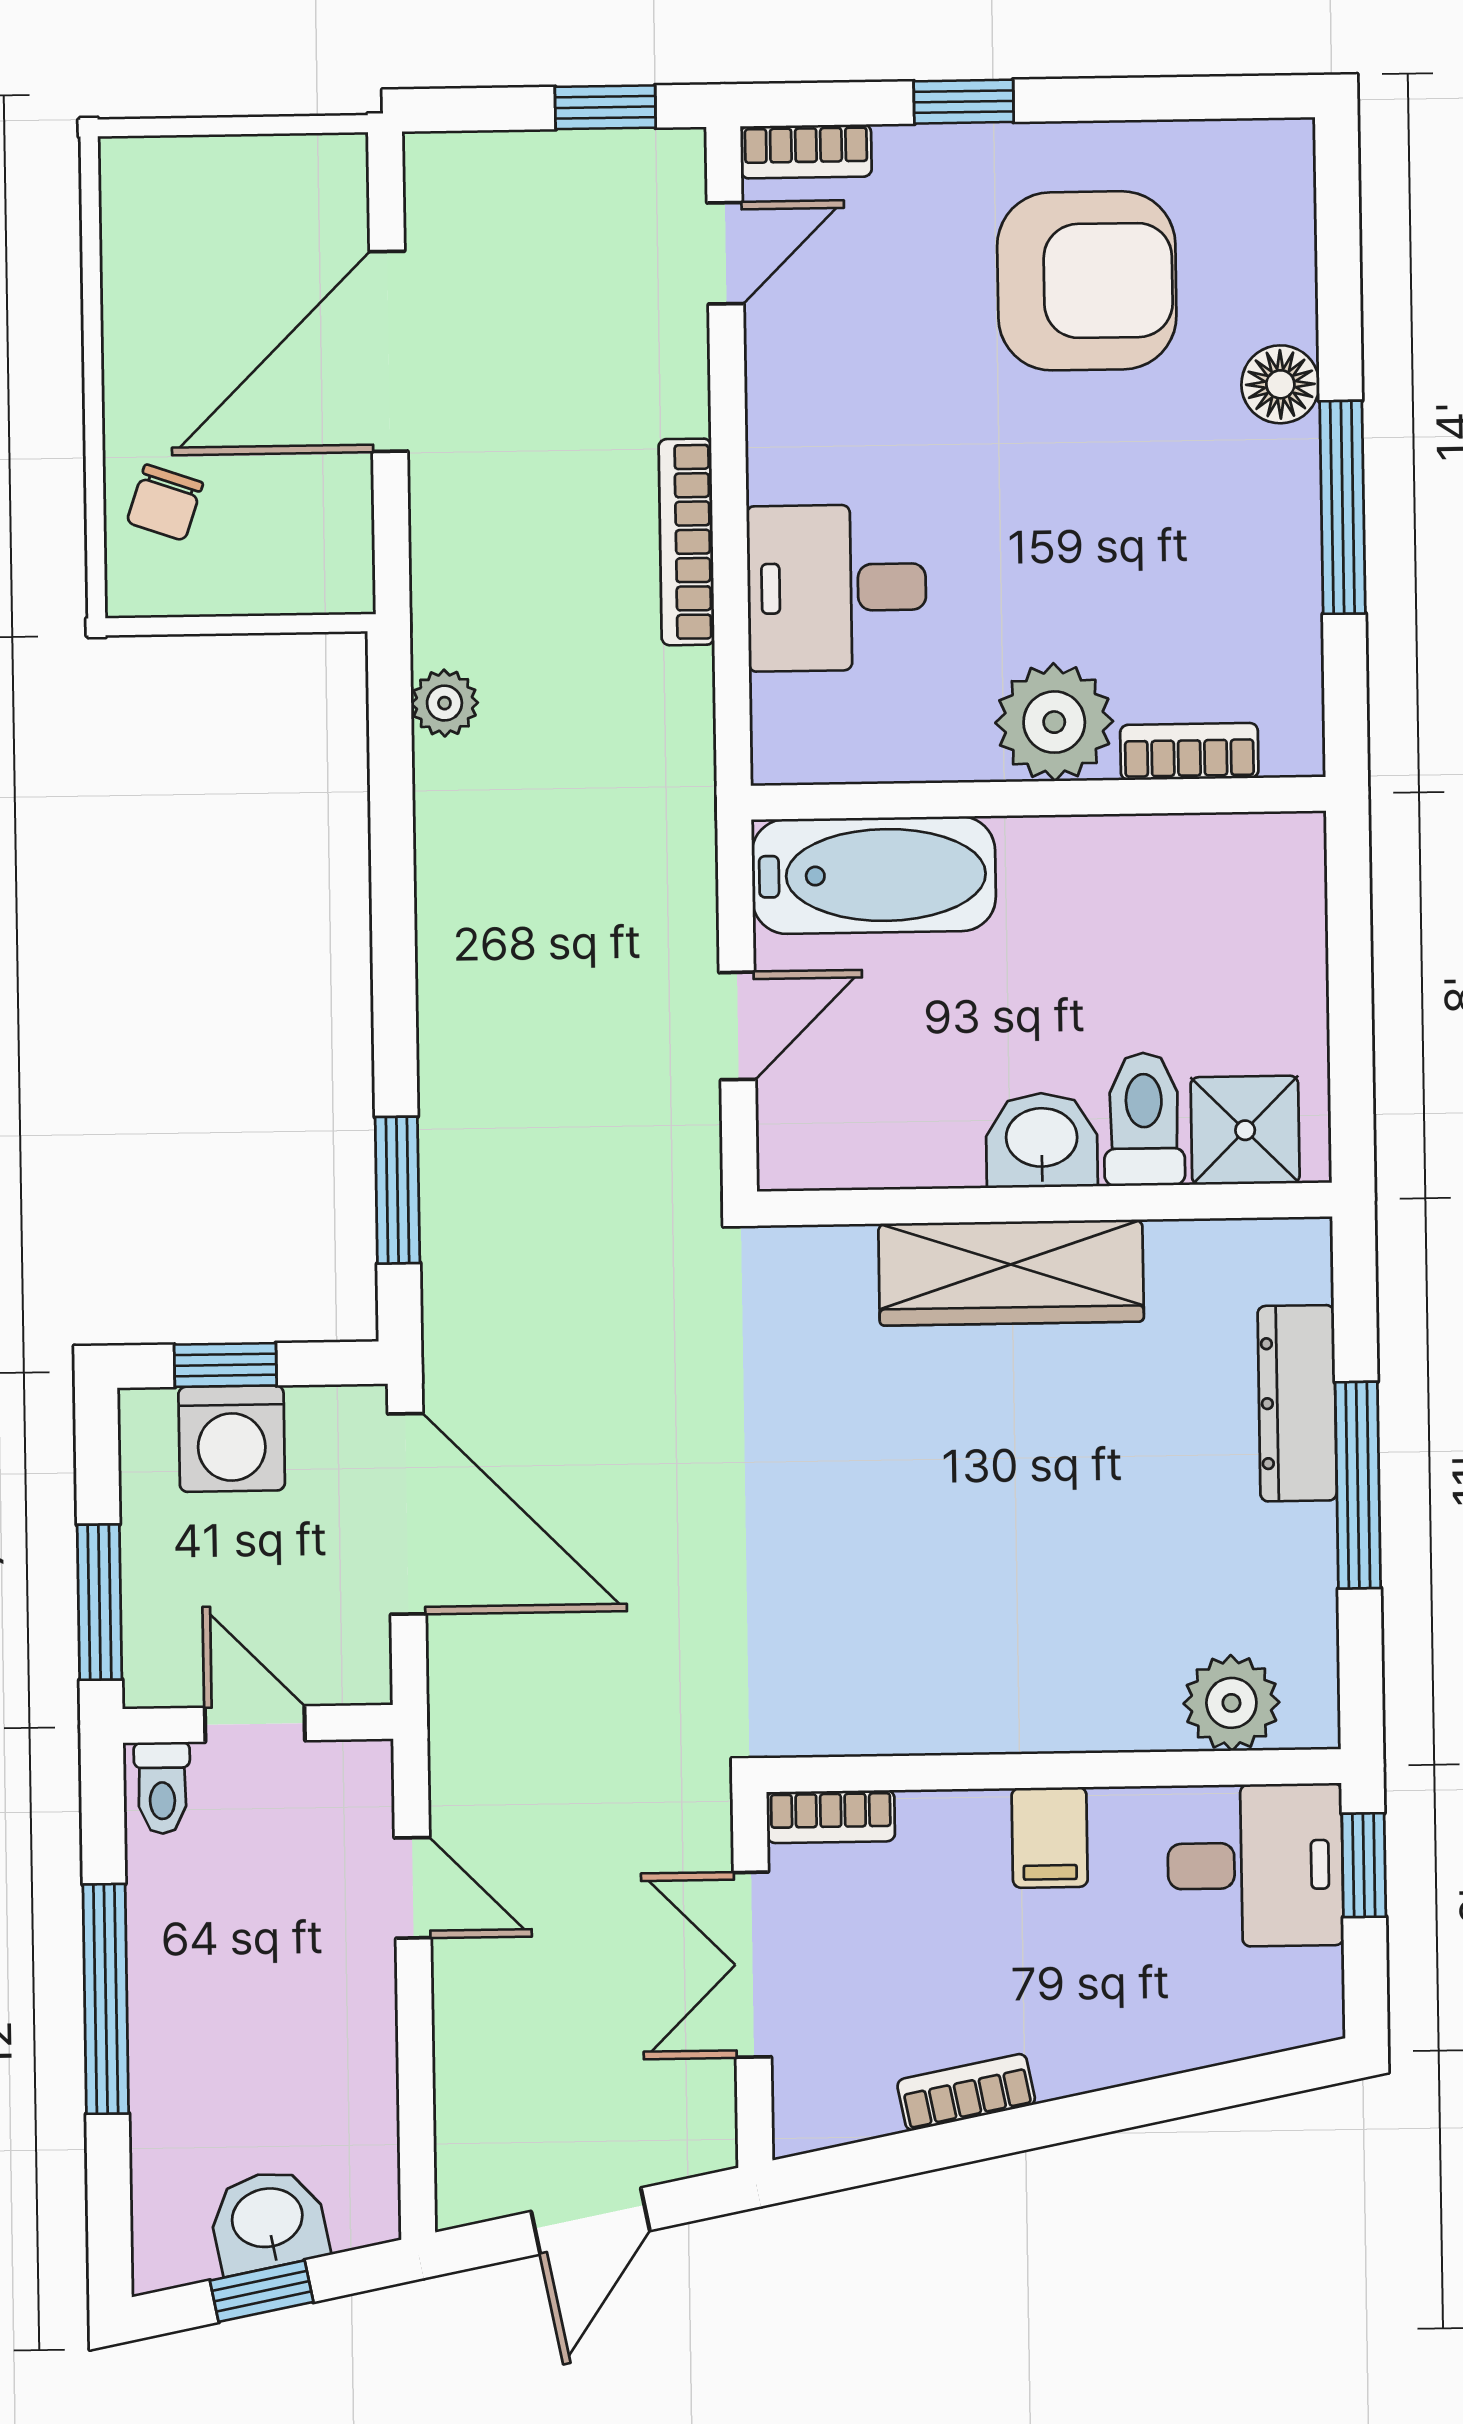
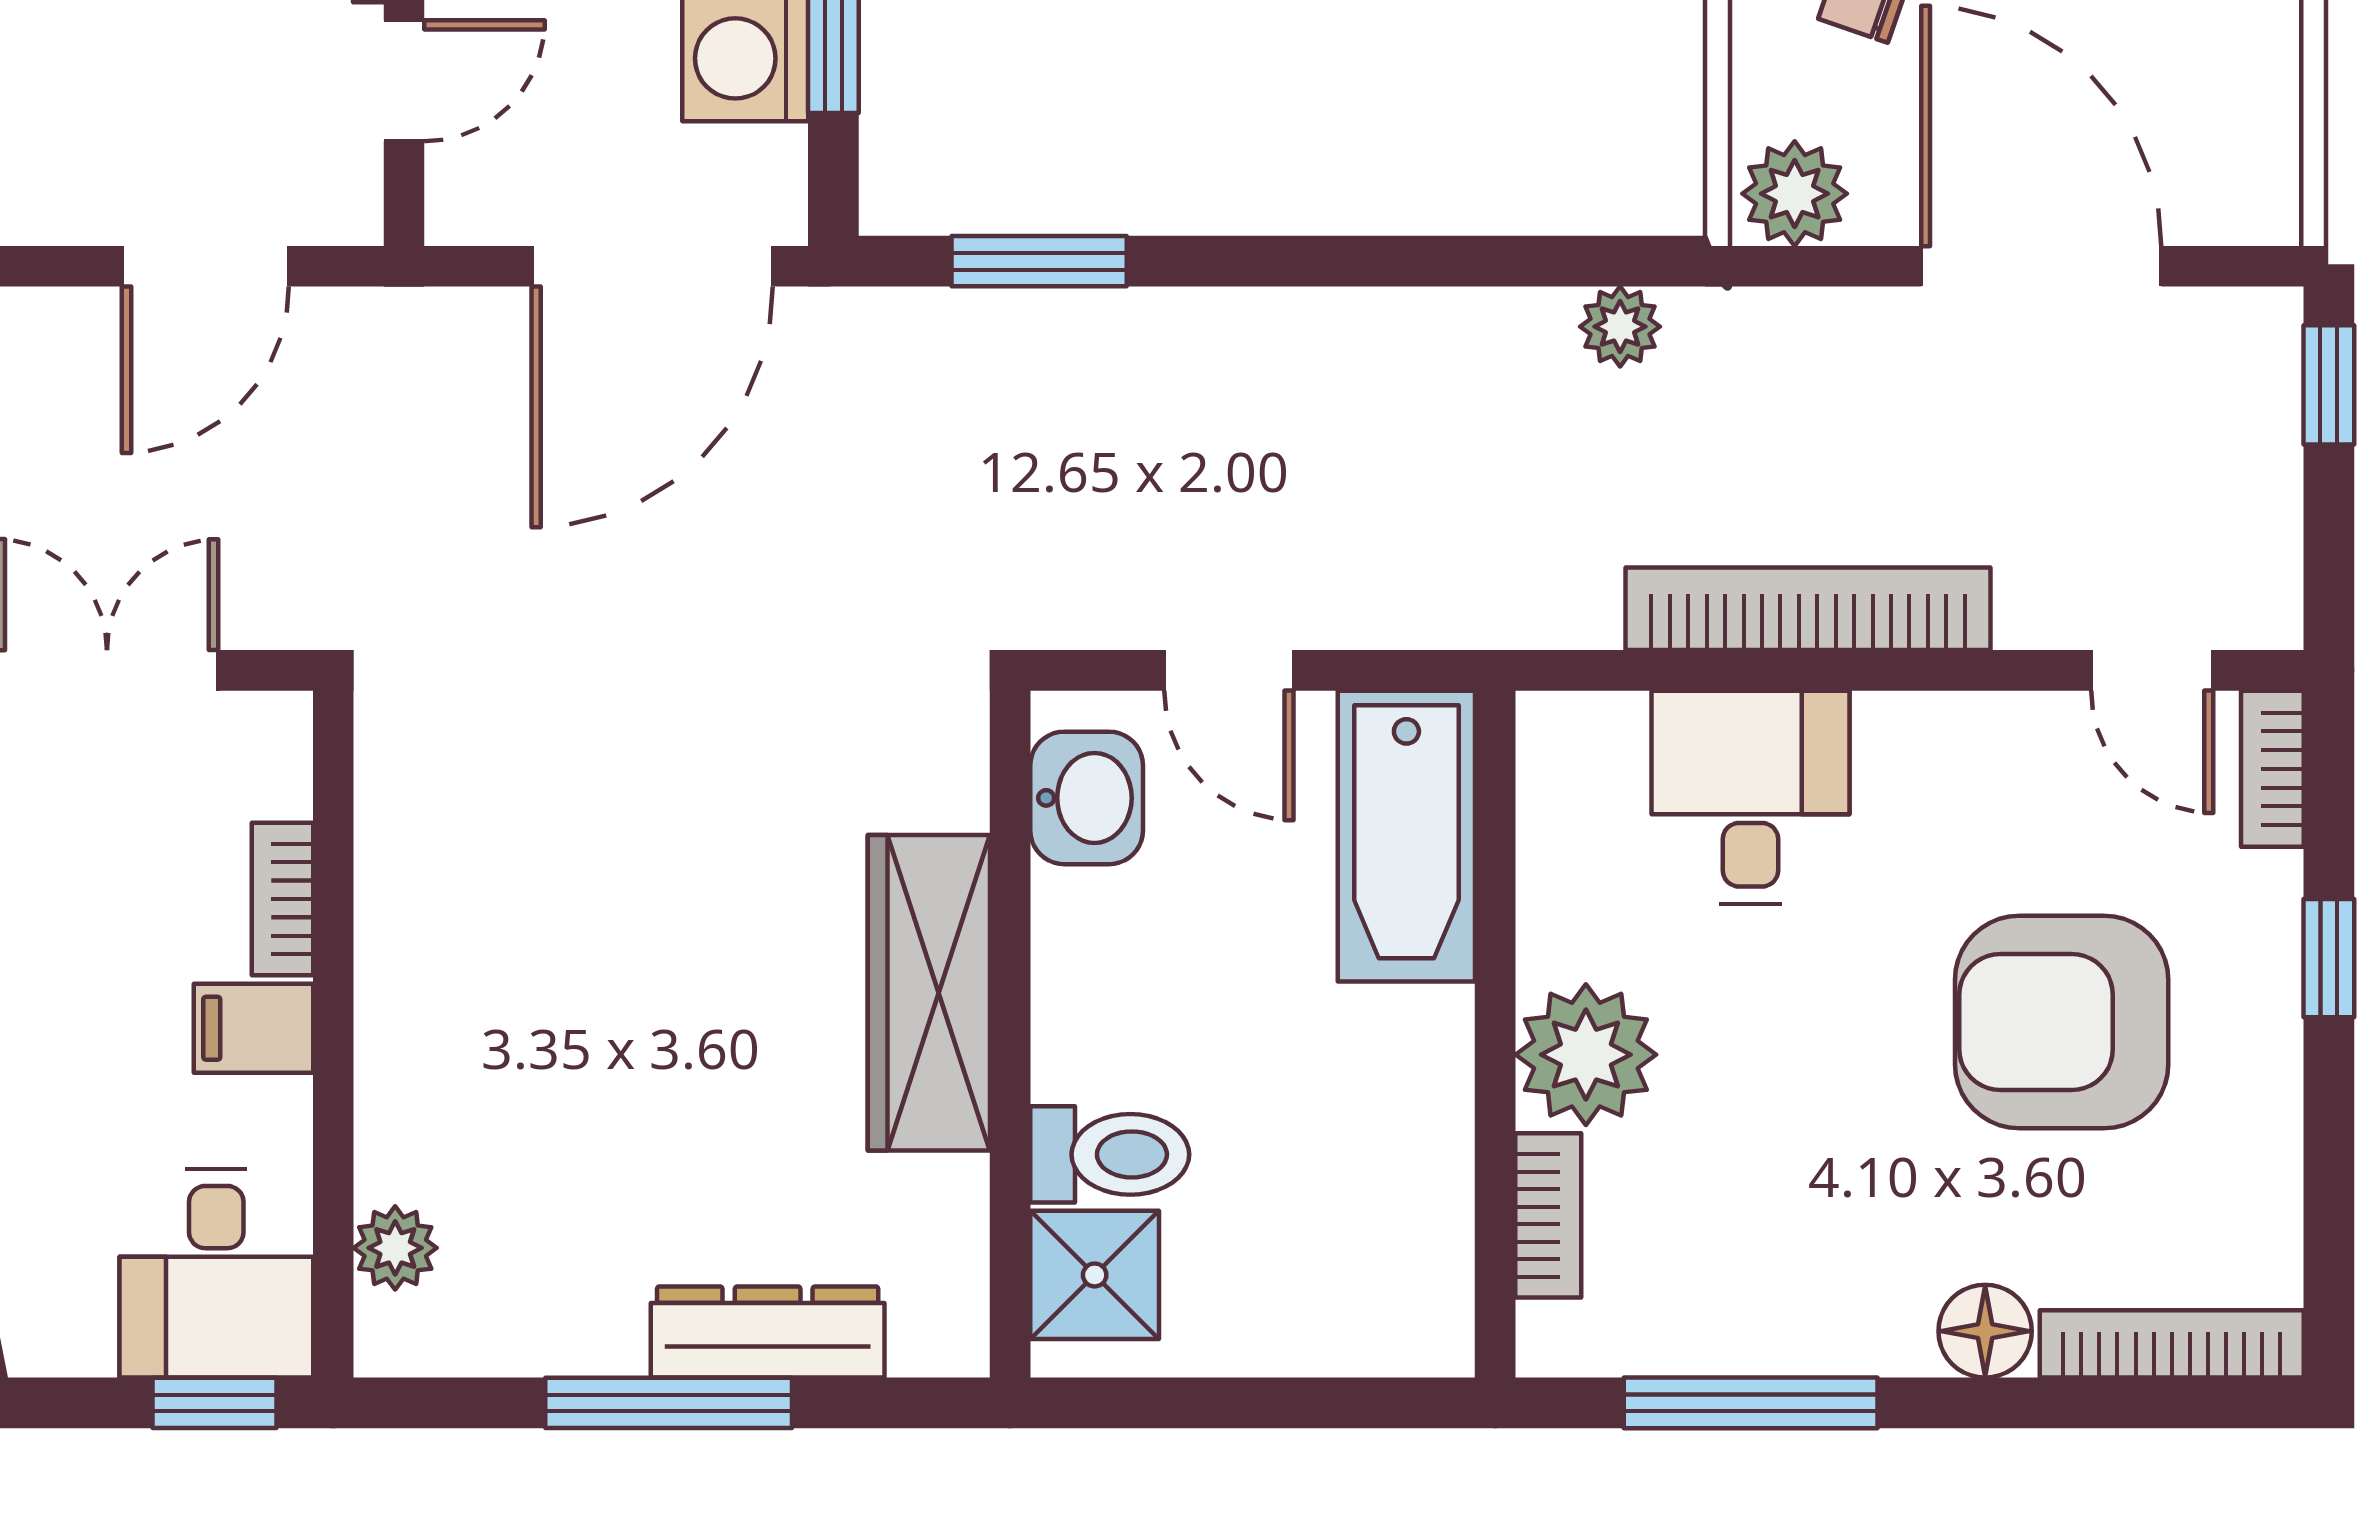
window: (605, 107) -> (2329, 385), moved
bookcase: (1289, 228) -> (2172, 1344), added
armchair: (1087, 281) -> (2062, 1022), moved, turned 90
window: (1342, 507) -> (1751, 1403), moved
bookcase: (687, 542) -> (1808, 609), width x1.48, depth x1.31
plant: (331, 559) -> (1795, 194), added
washbasin: (1042, 1140) -> (1087, 798), moved
plant: (1231, 1703) -> (395, 1248), width x0.73, depth x0.73
bookcase: (831, 1817) -> (282, 899), moved
door: (413, 1888) -> (205, 266), width x1.38

